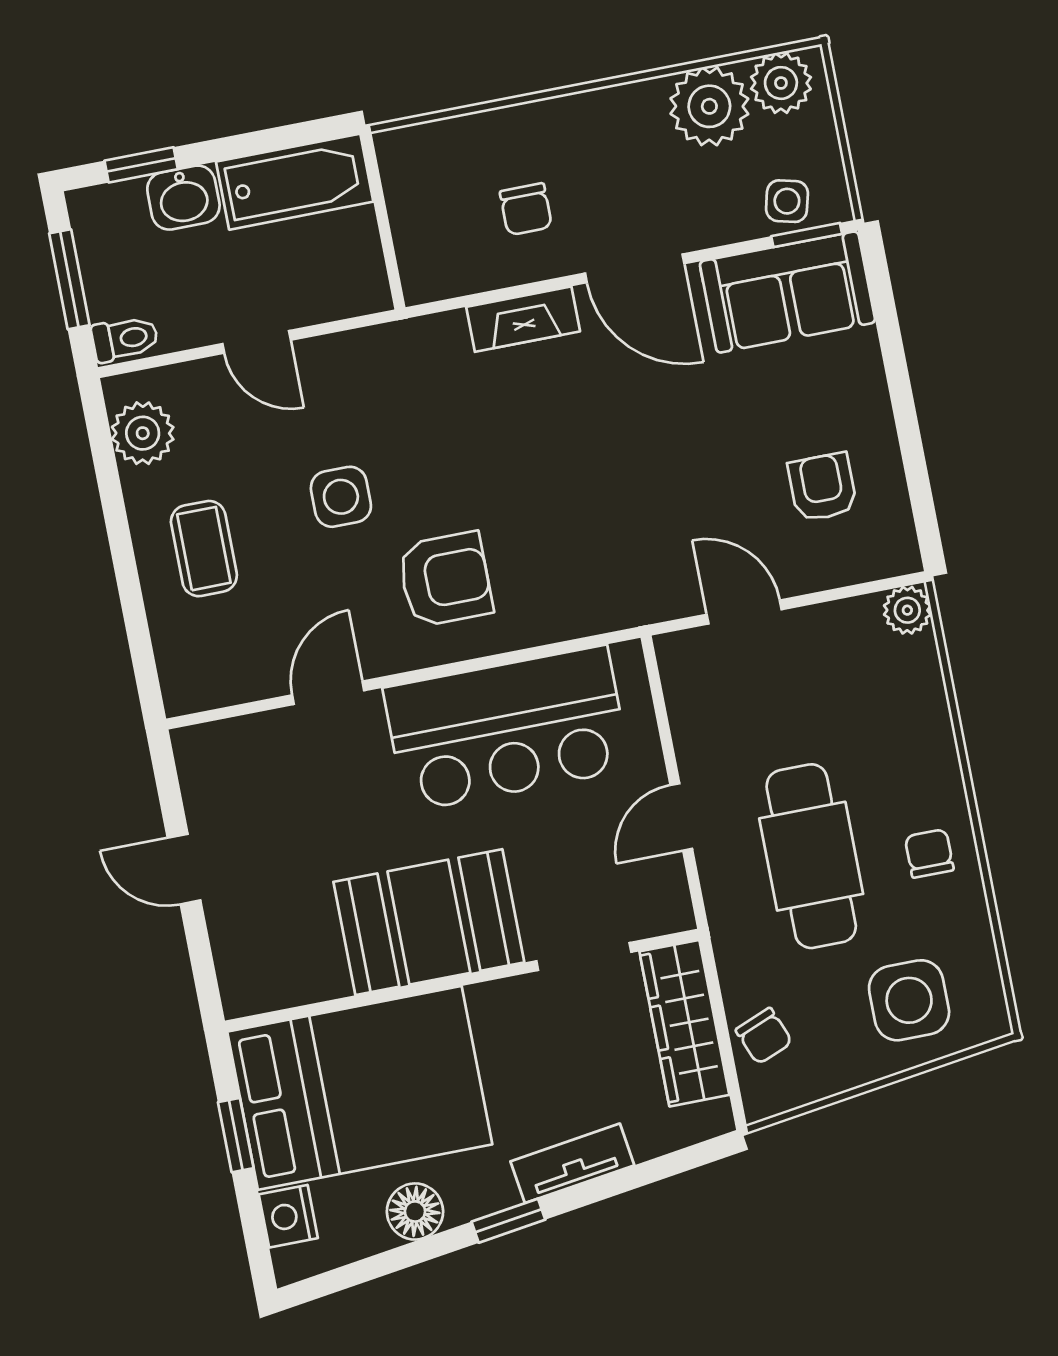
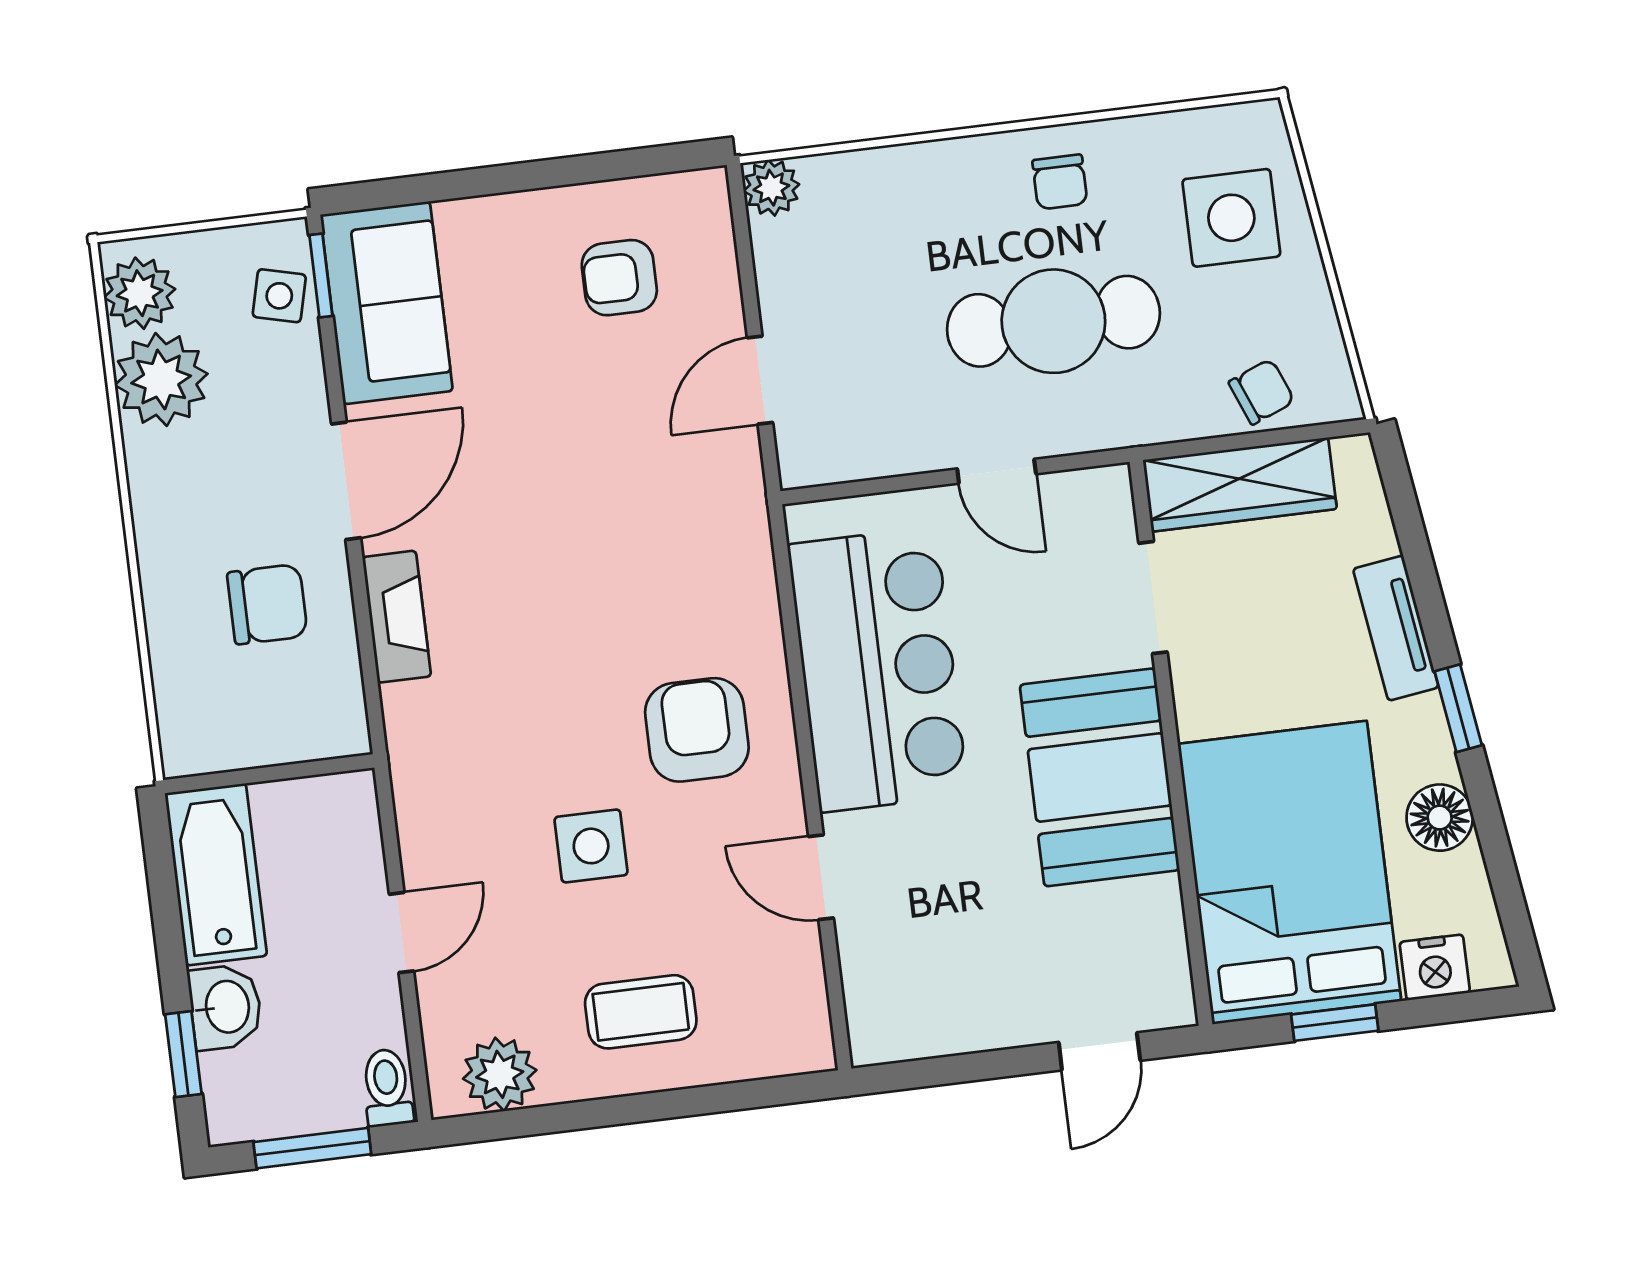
chair: (526, 209) -> (267, 604), width x1.37, depth x1.37
chair: (929, 853) -> (1060, 182), turned -90
door: (184, 869) -> (1099, 1051), moved

